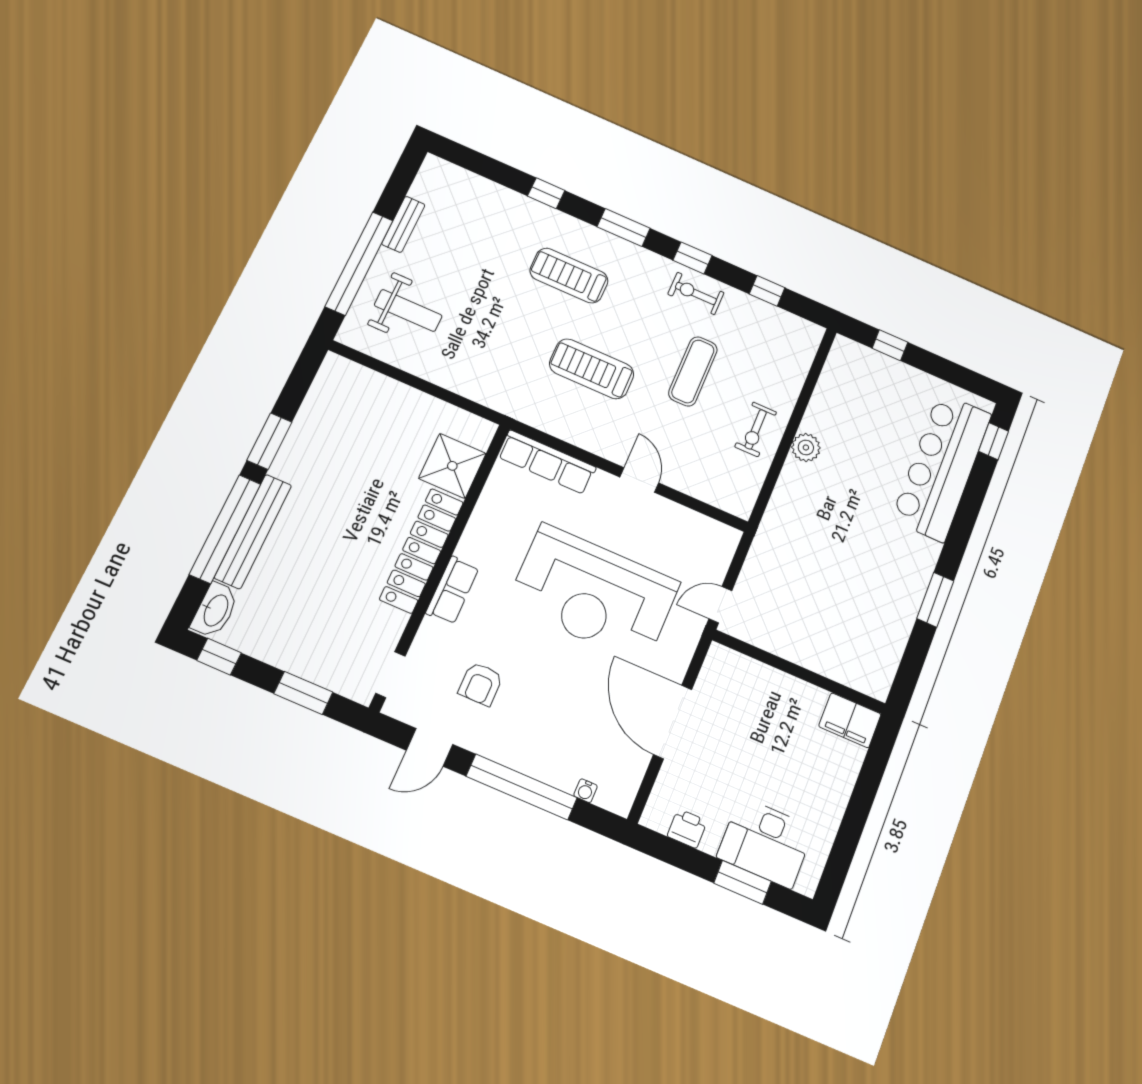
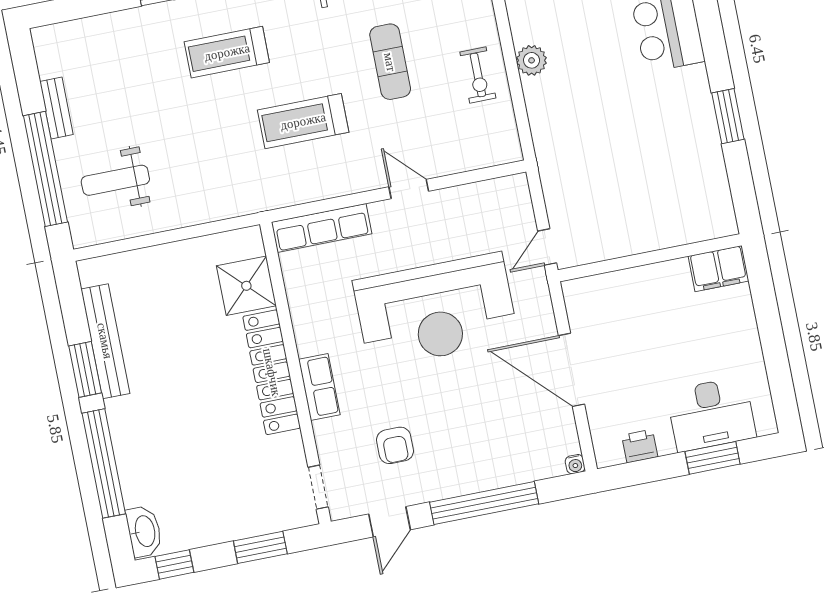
weight bench: (408, 310) -> (115, 180), turned 180
bench: (253, 531) -> (105, 341), moved
water cooler: (586, 791) -> (575, 464), moved

